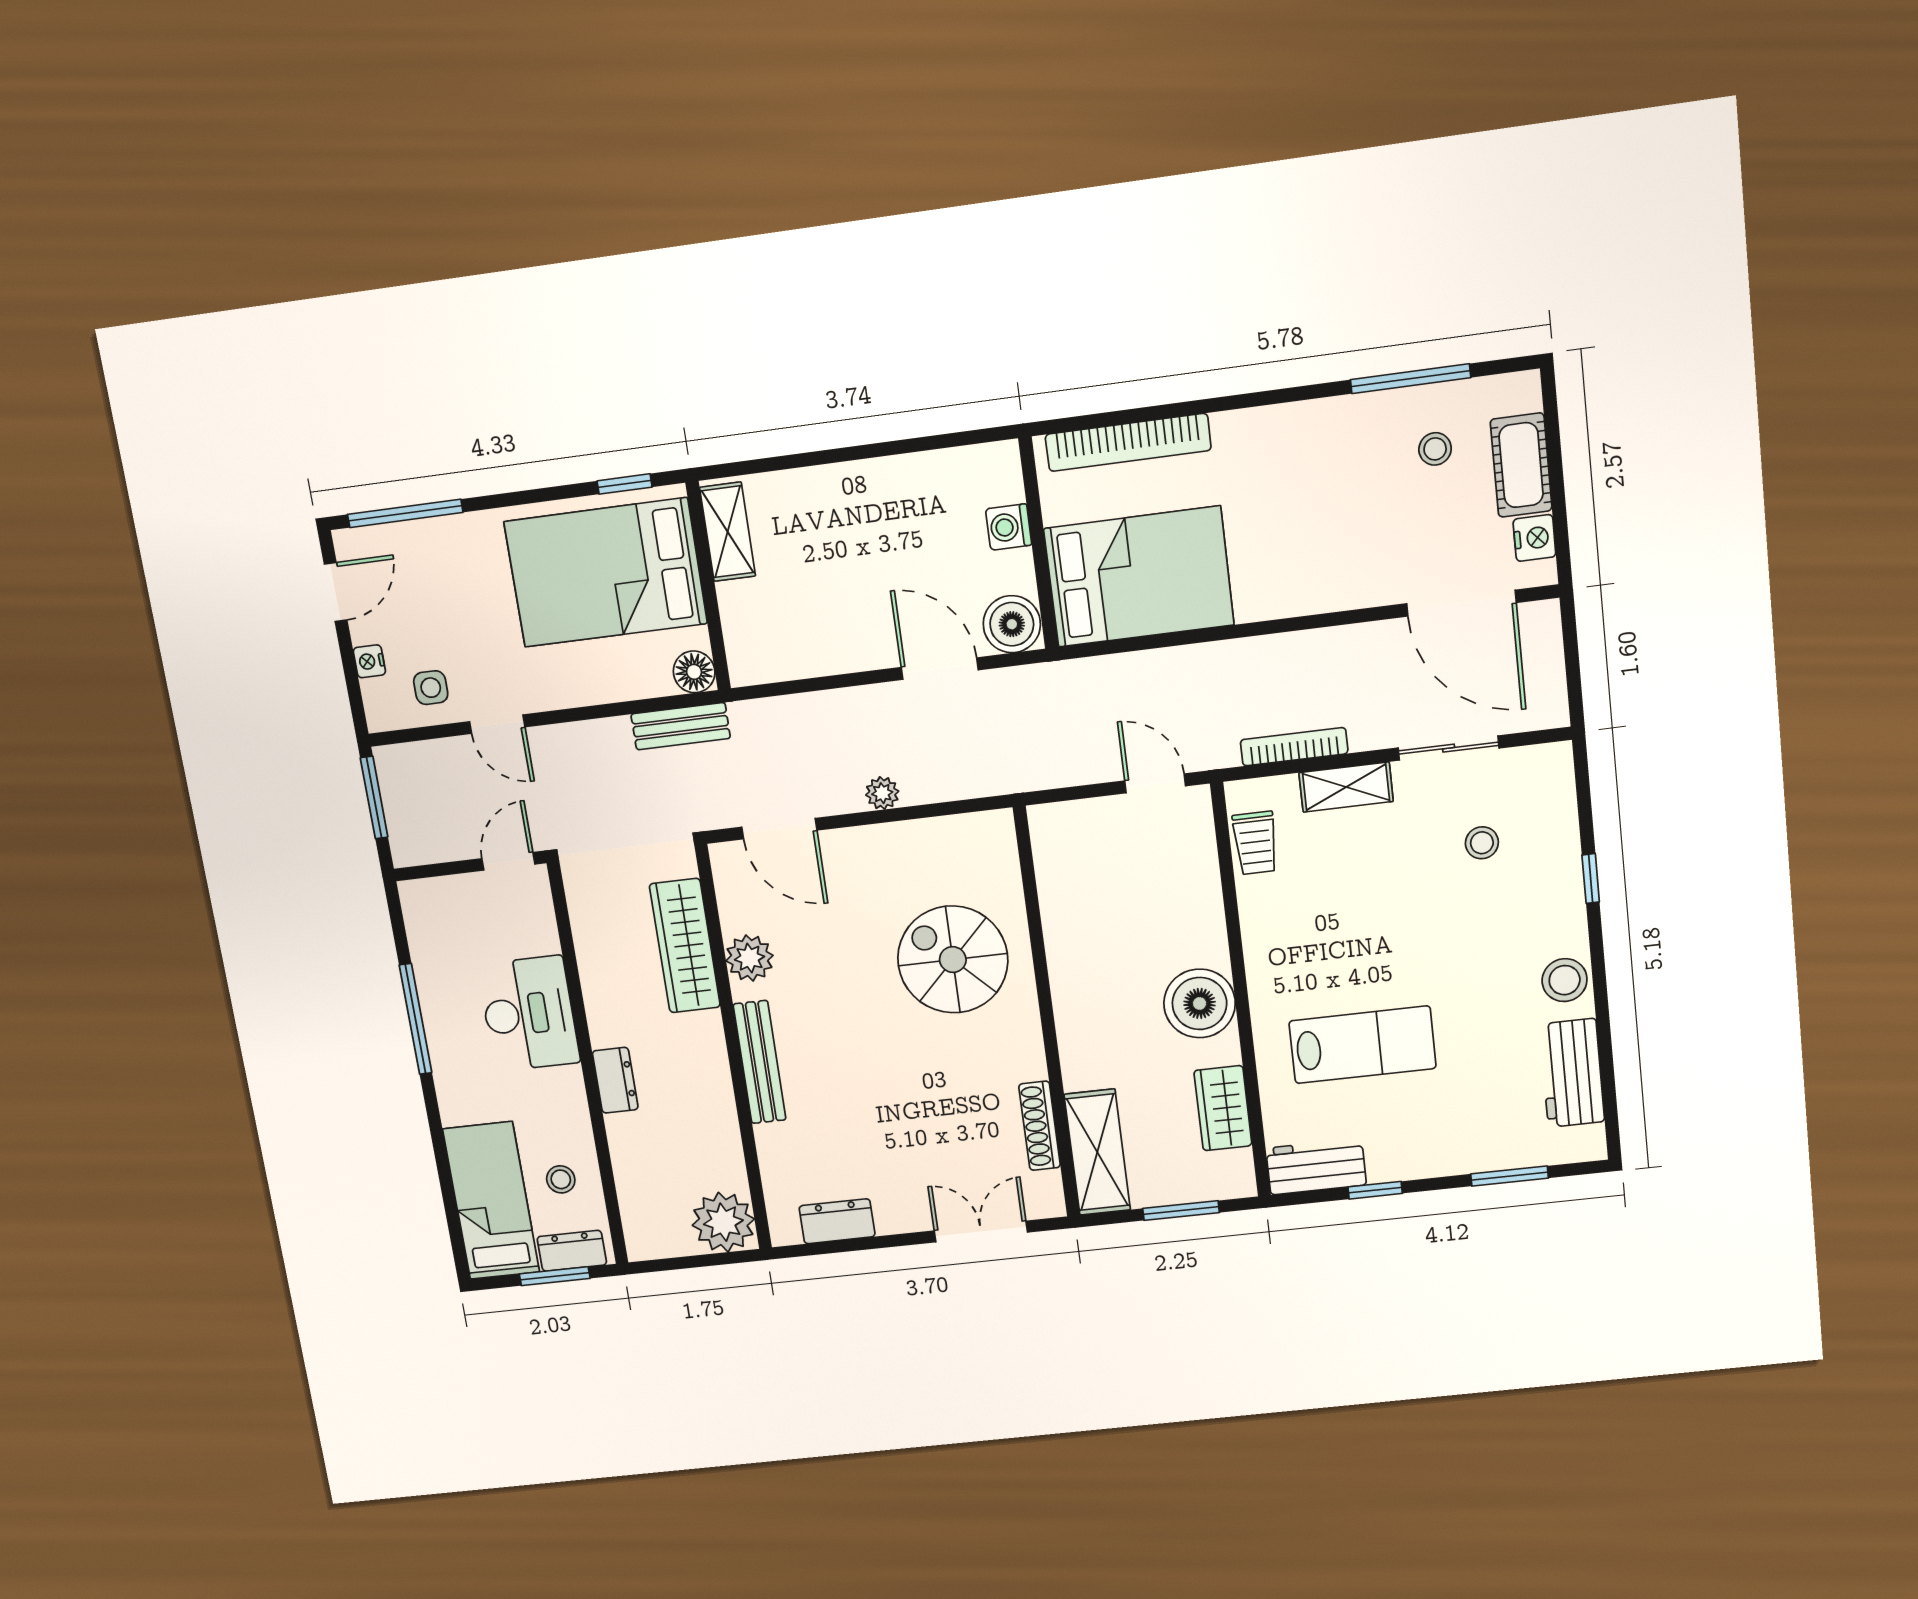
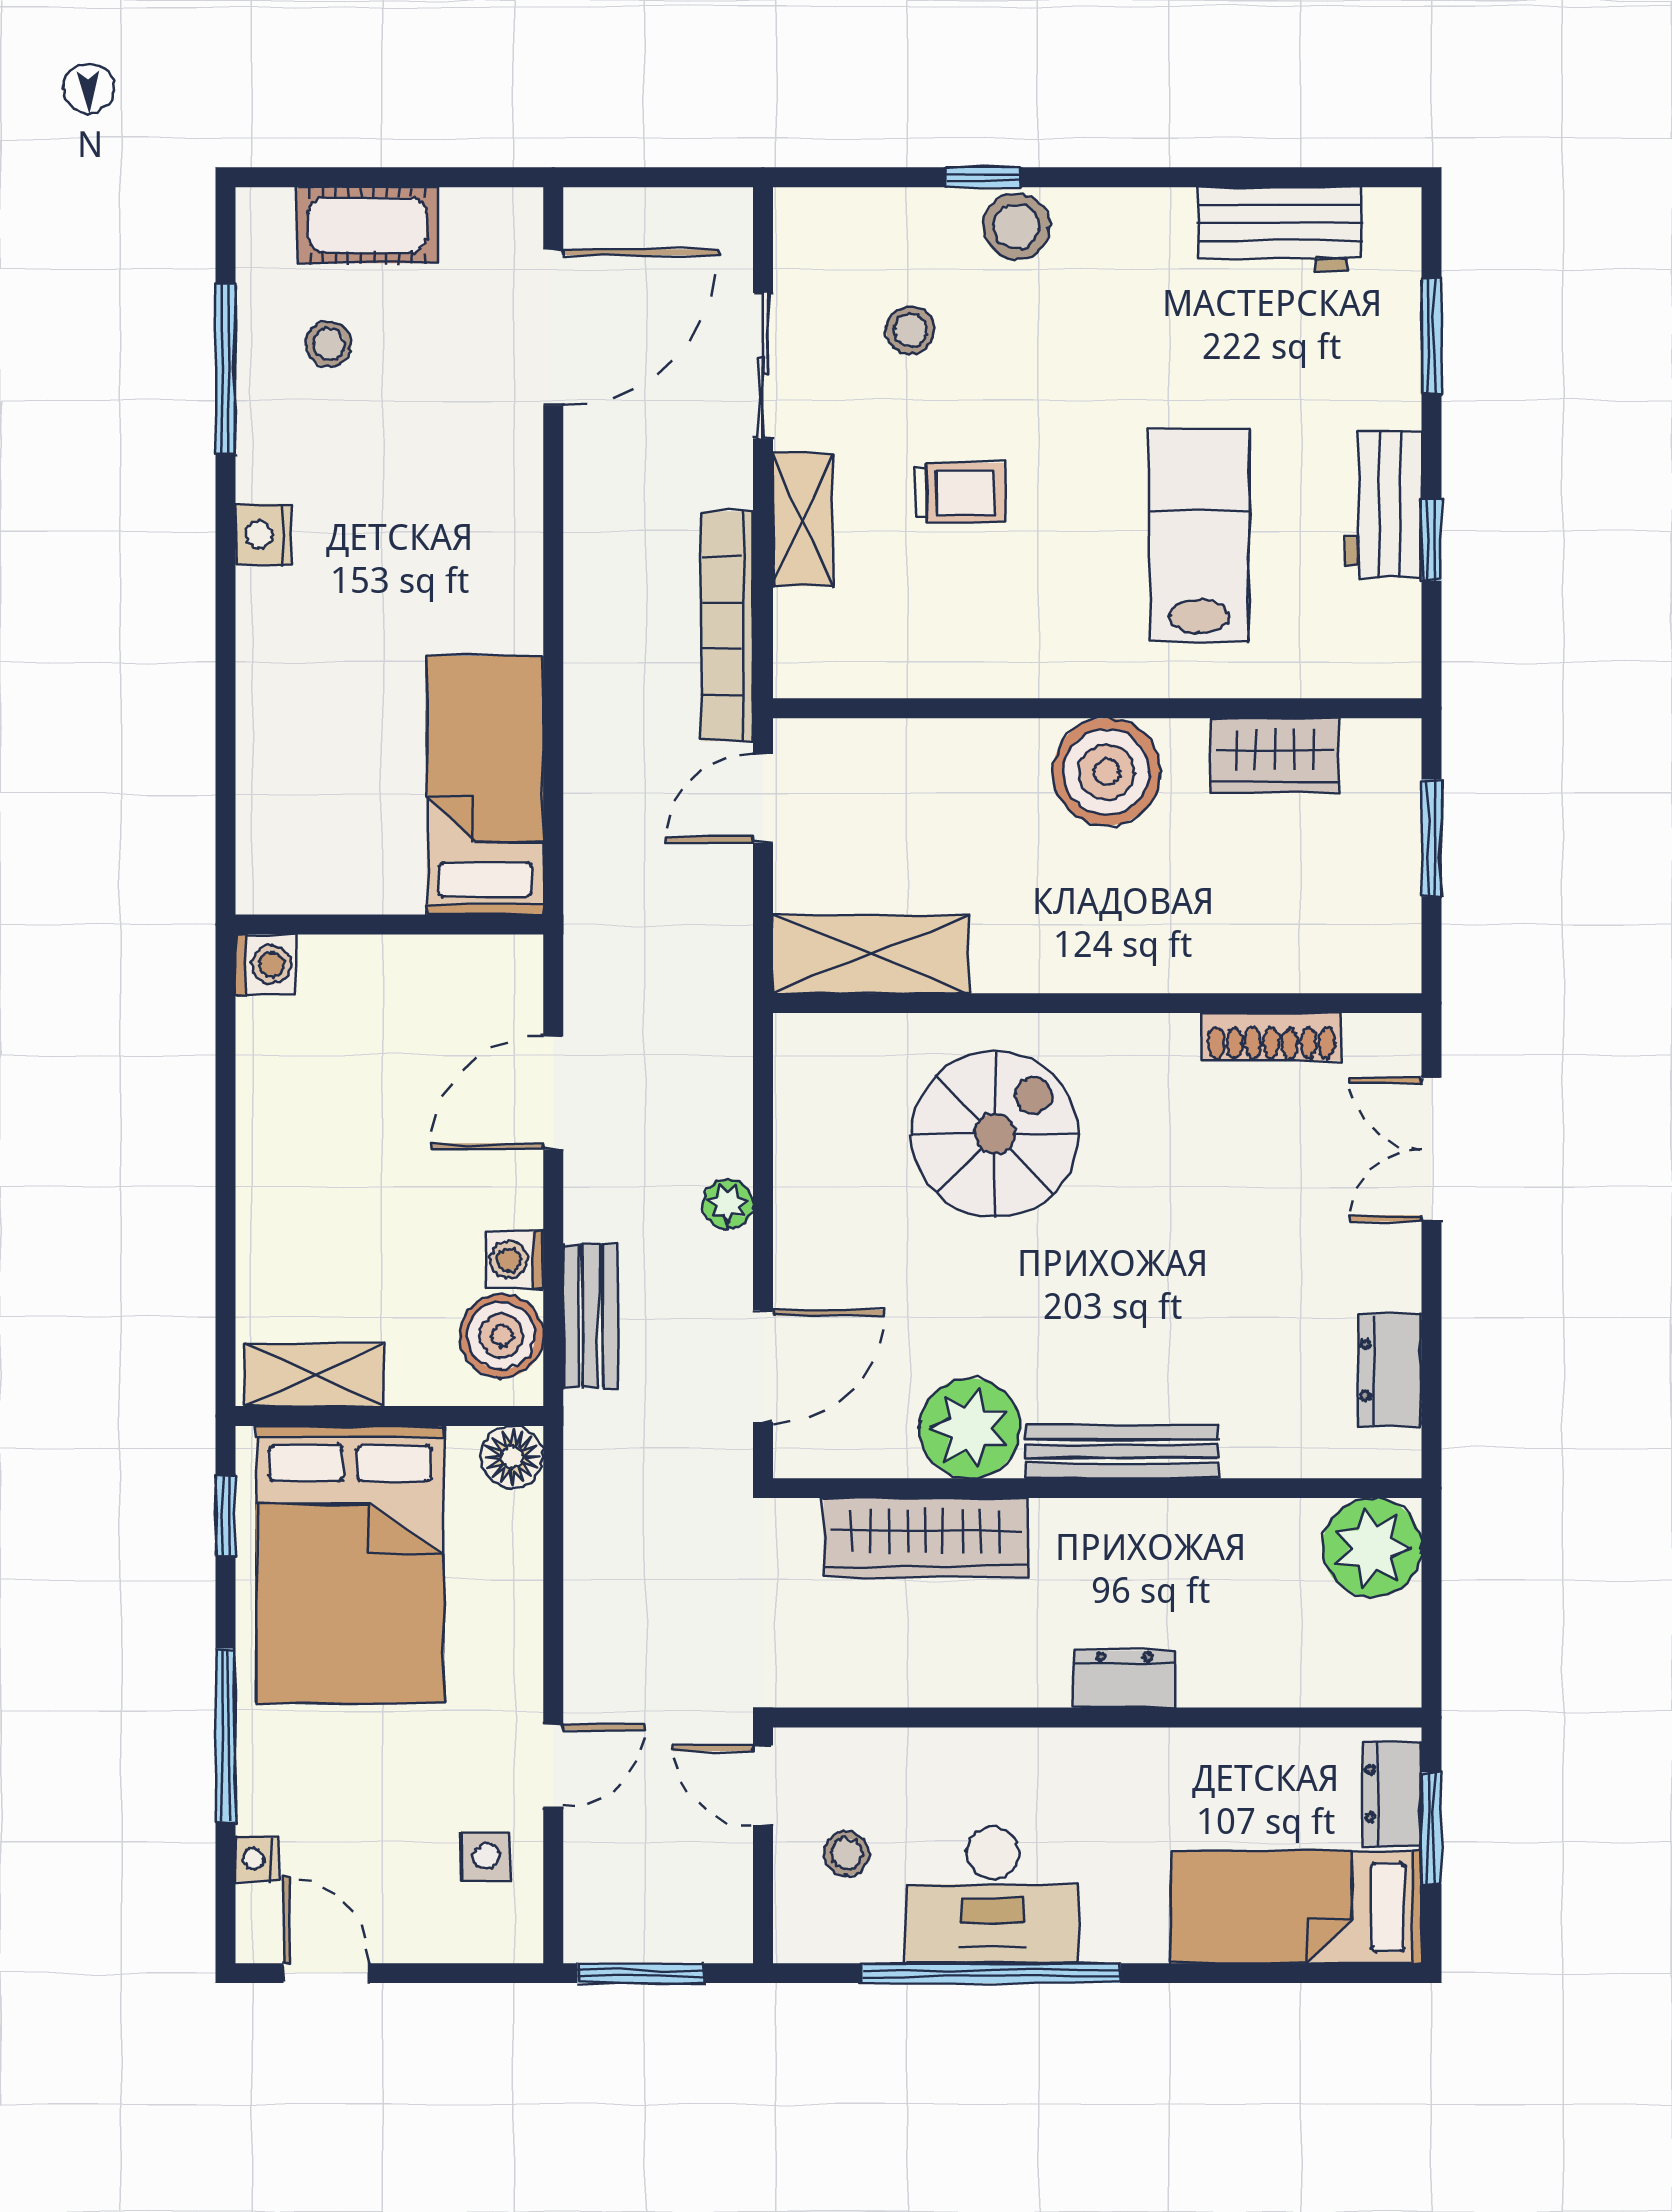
bookcase: (1128, 442) -> (262, 778), removed
window: (405, 513) -> (225, 1735), moved
washing machine: (1009, 527) -> (266, 965), moved, turned -90
nightstand: (1535, 538) -> (264, 535), moved, turned -90
bed: (1139, 577) -> (485, 785), width x0.67
boiler: (1012, 624) -> (501, 1336), moved
washing machine: (825, 657) -> (514, 1260), added
nightstand: (369, 661) -> (257, 1859), moved, turned 90
bench: (681, 726) -> (590, 1316), moved
bookcase: (1294, 747) -> (727, 626), width x1.48, depth x1.31
trolley: (1255, 843) -> (959, 493), moved
plant: (750, 958) -> (970, 1428), width x1.36, depth x1.36
spiral stairs: (953, 960) -> (995, 1134), turned 180
stool: (1565, 980) -> (1016, 227), moved
desk: (529, 1014) -> (992, 1895), moved, turned 180
window: (415, 1019) -> (991, 1973), width x1.46
shelving: (1097, 1152) -> (871, 954), moved
workbench: (1316, 1167) -> (1384, 504), moved
stool: (561, 1179) -> (847, 1854), moved

